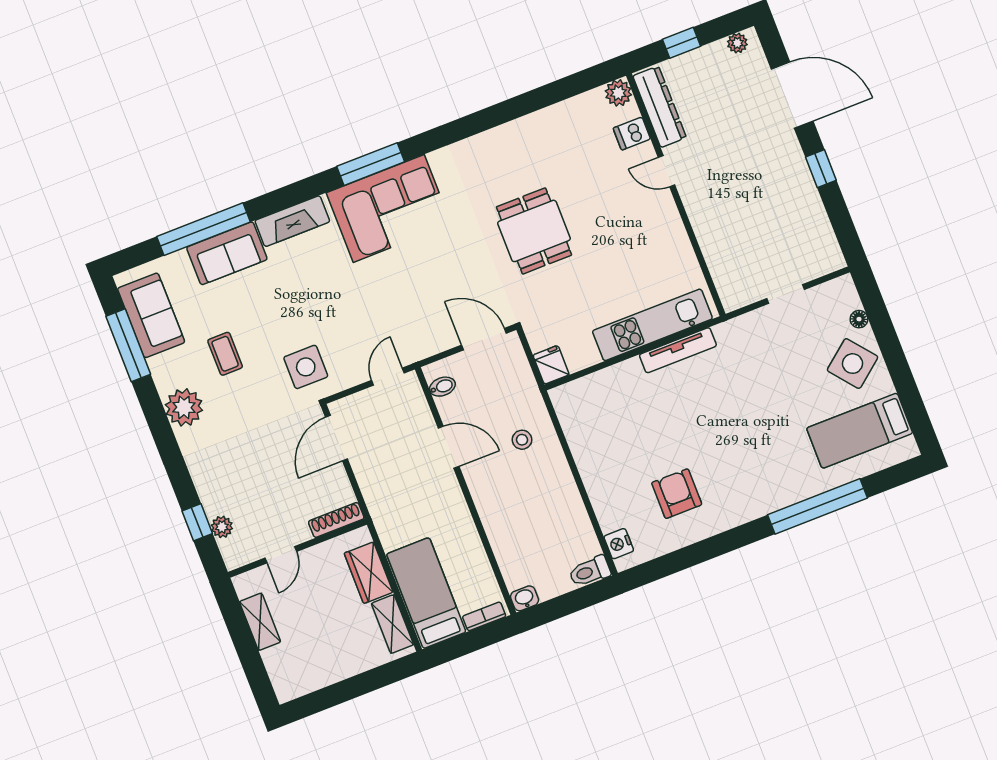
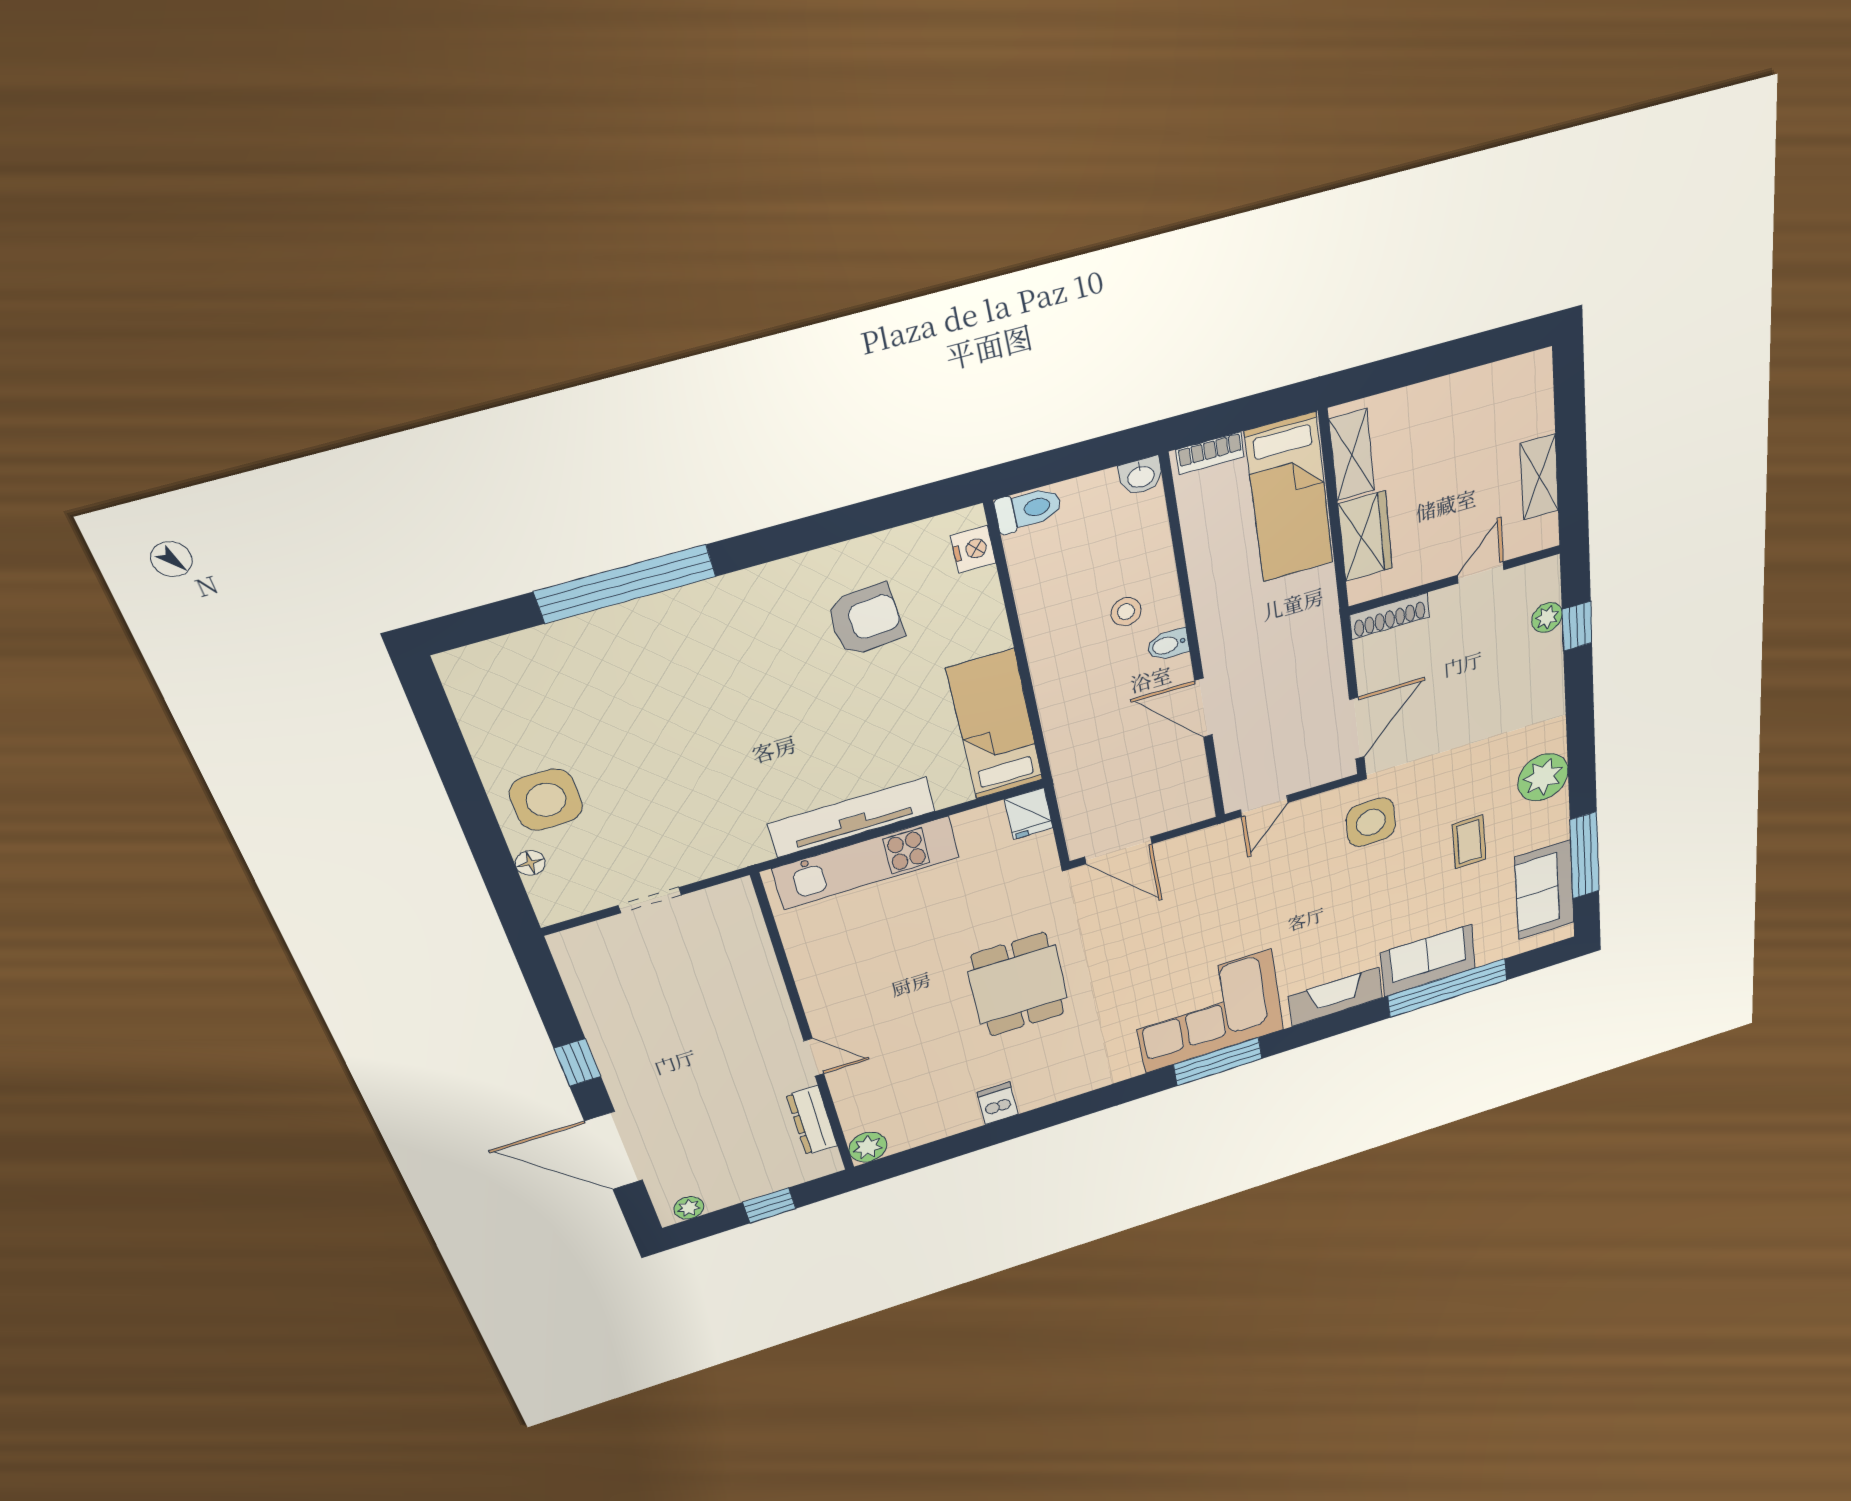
dresser: (660, 107) -> (812, 1120), width x0.73, depth x0.80
dishwasher: (632, 134) -> (997, 1103), moved, turned -90
tv unit: (678, 350) -> (852, 817), width x1.36, depth x1.29
side table: (853, 364) -> (546, 800), turned 38
bidet: (442, 387) -> (1168, 645), moved
bed: (860, 431) -> (995, 725), moved, turned -90
stool: (522, 440) -> (1126, 612), moved
armchair: (677, 494) -> (865, 620), turned -95

